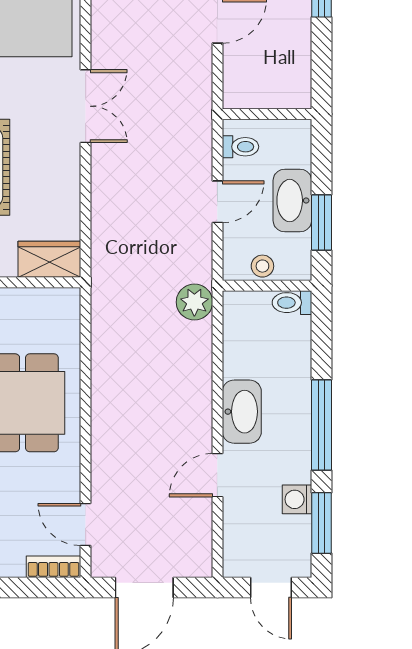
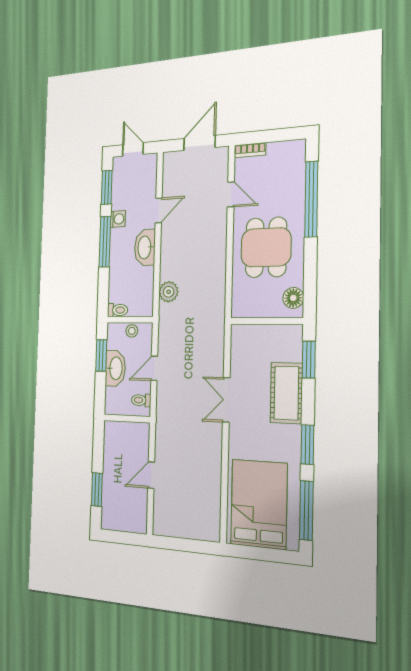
double door: (86, 106) -> (226, 400), moved
wardrobe: (49, 259) -> (249, 335), removed
plant: (194, 302) -> (169, 292), moved
washing machine: (297, 499) -> (118, 219), moved
door: (86, 525) -> (231, 194), moved

